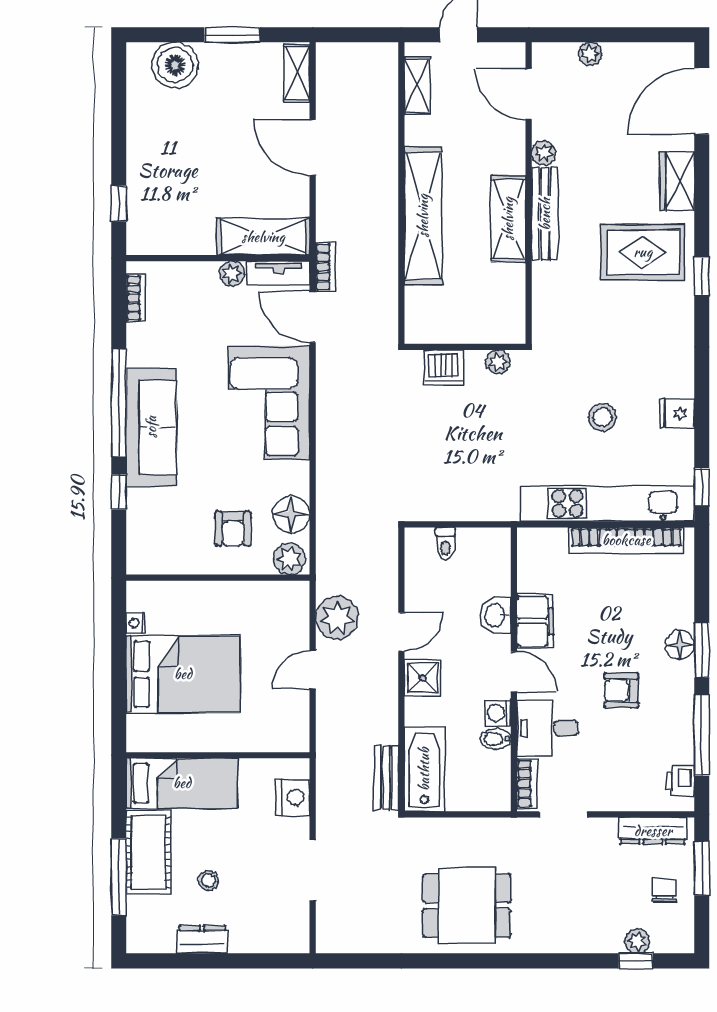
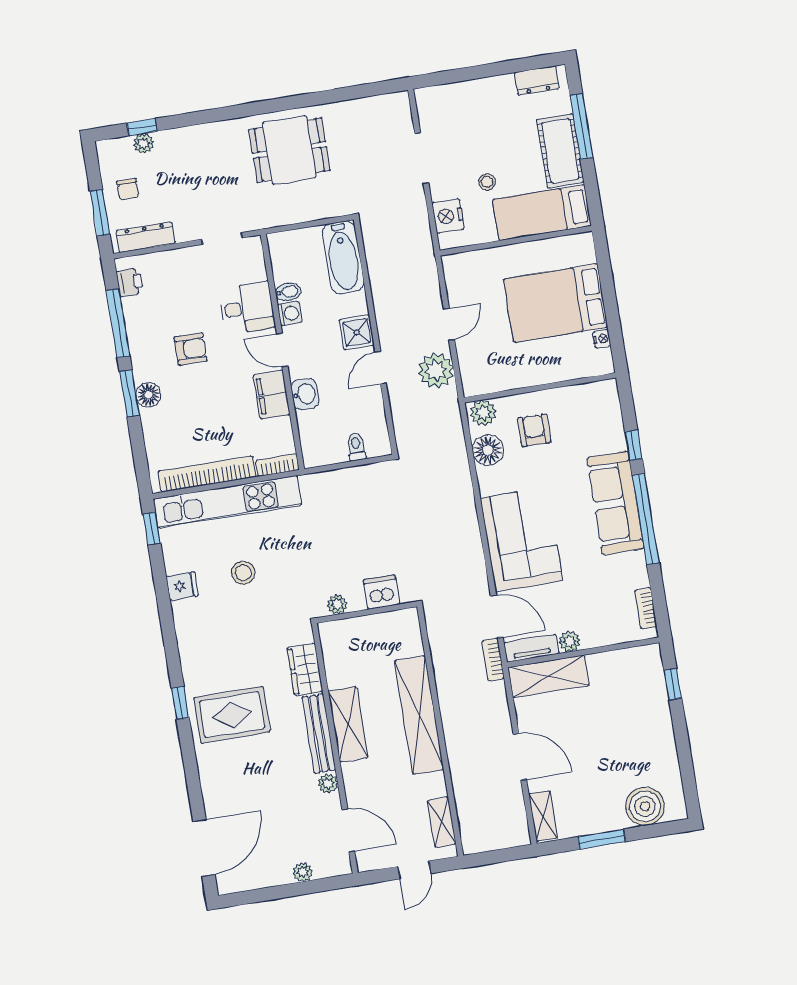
wardrobe: (677, 181) -> (305, 669), moved, turned 180
bench: (386, 778) -> (374, 245), removed
bookcase: (527, 783) -> (277, 465), moved, turned 90
stool: (208, 880) -> (487, 182), moved
dresser: (202, 939) -> (537, 81), moved

